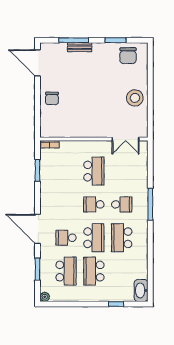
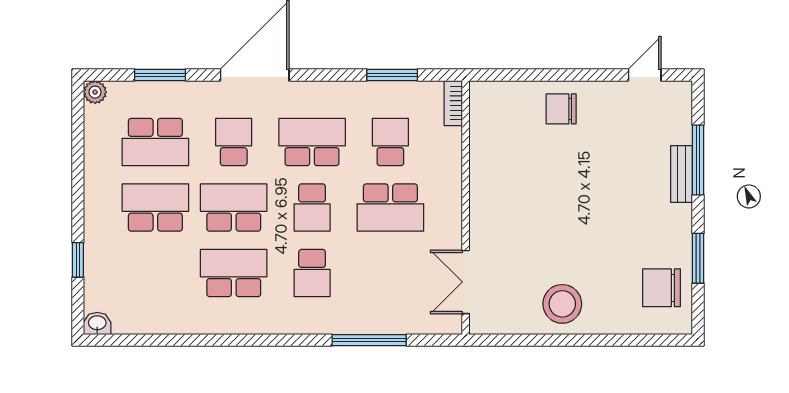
door: (37, 63) -> (645, 75), width x0.53
school desk: (66, 171) -> (390, 142), added
school desk: (66, 204) -> (312, 142), added
school desk: (94, 204) -> (312, 208), turned 180
window: (150, 204) -> (369, 340), moved
school desk: (94, 238) -> (234, 208), turned 180
washbasin: (141, 290) -> (97, 323), width x0.52, depth x0.69

